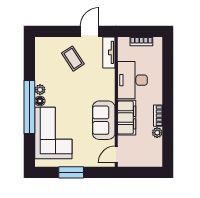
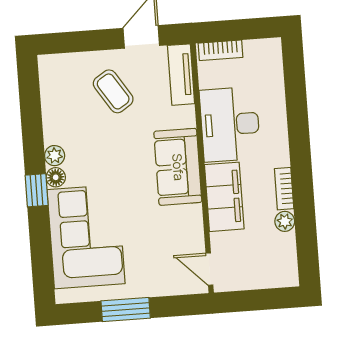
bookcase: (141, 41) -> (221, 50), moved
window: (29, 107) -> (37, 190), width x0.32
sofa: (104, 120) -> (178, 167), moved
door: (116, 155) -> (209, 269), hinge flipped

